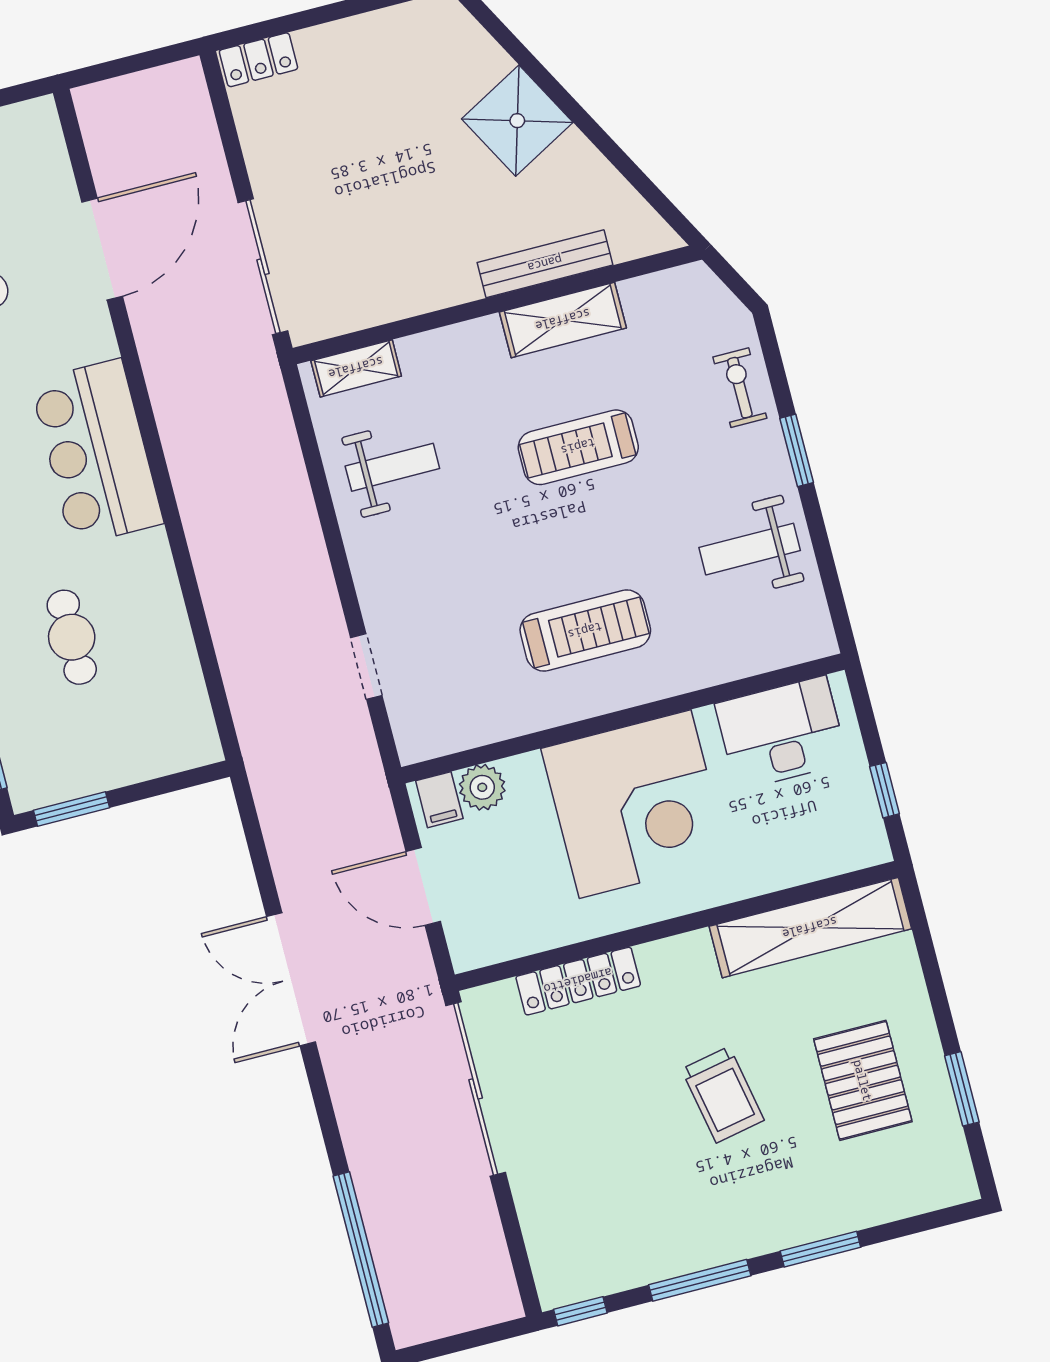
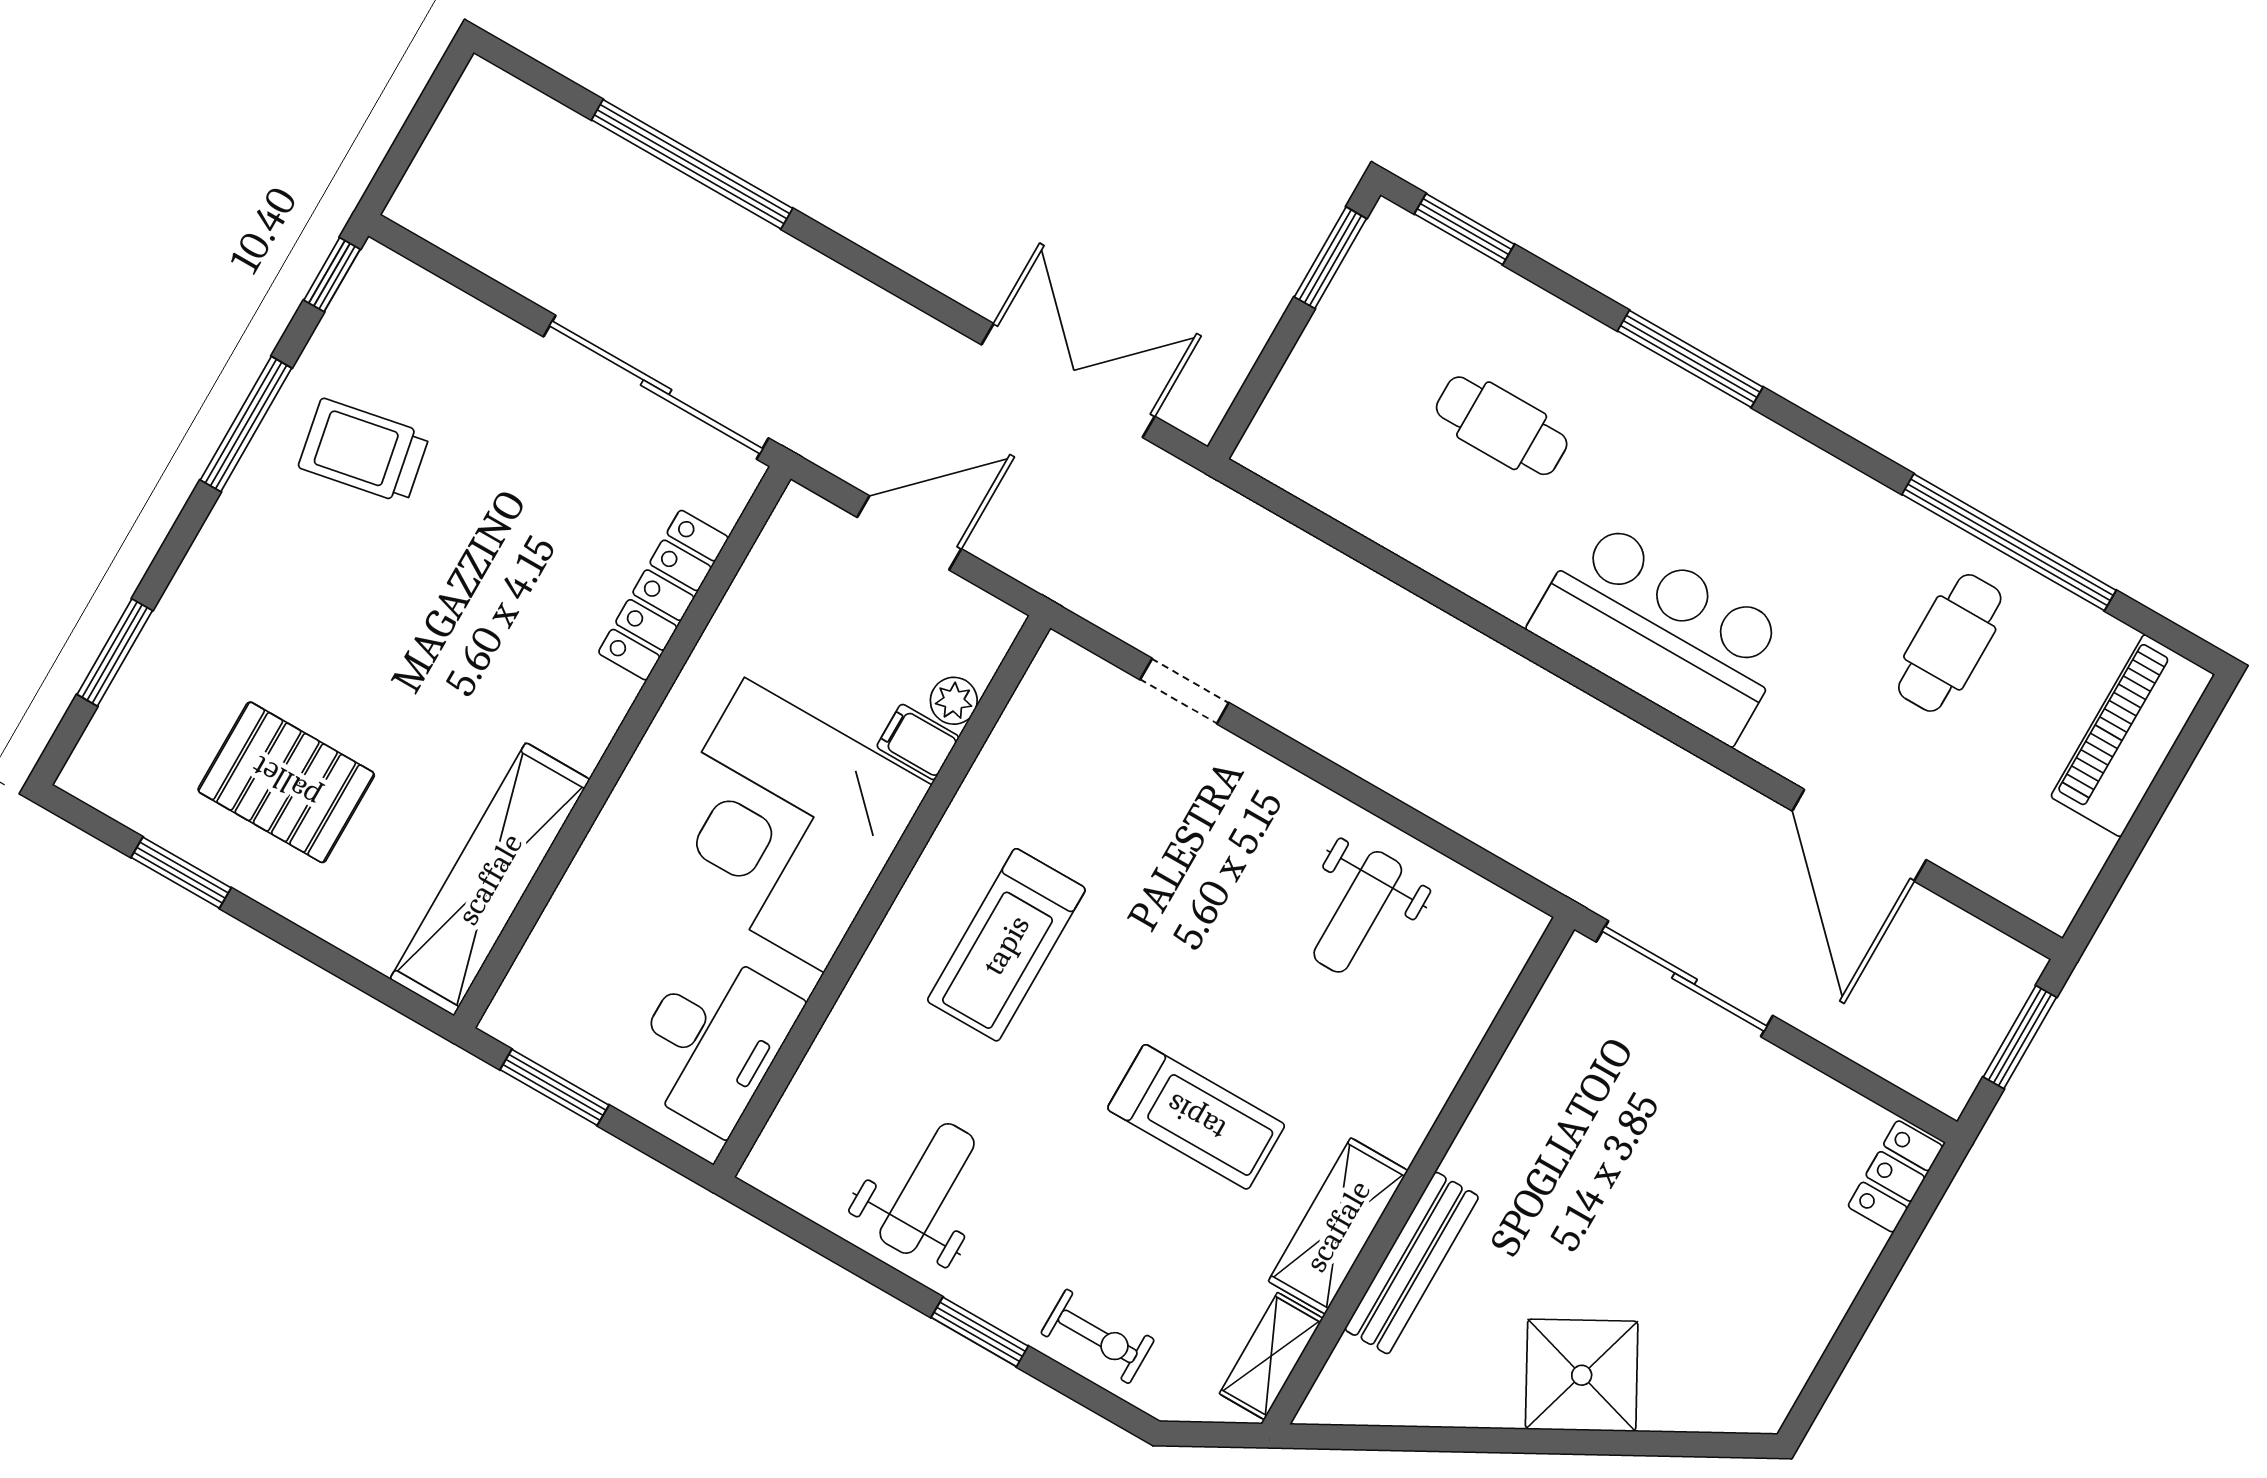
window: (125, 66) -> (2020, 1037), added
shelving: (356, 368) -> (1271, 1356), moved
treadmill: (578, 447) -> (1196, 1117), turned 90
plant: (482, 787) -> (954, 701), width x0.73, depth x0.73
window: (885, 790) -> (555, 1087), width x1.50
filing cabinet: (439, 800) -> (918, 742), moved
double door: (291, 979) -> (1068, 380), moved
trolley: (723, 1095) -> (364, 451), moved
window: (820, 1249) -> (115, 653), moved
window: (361, 1250) -> (692, 164), moved

